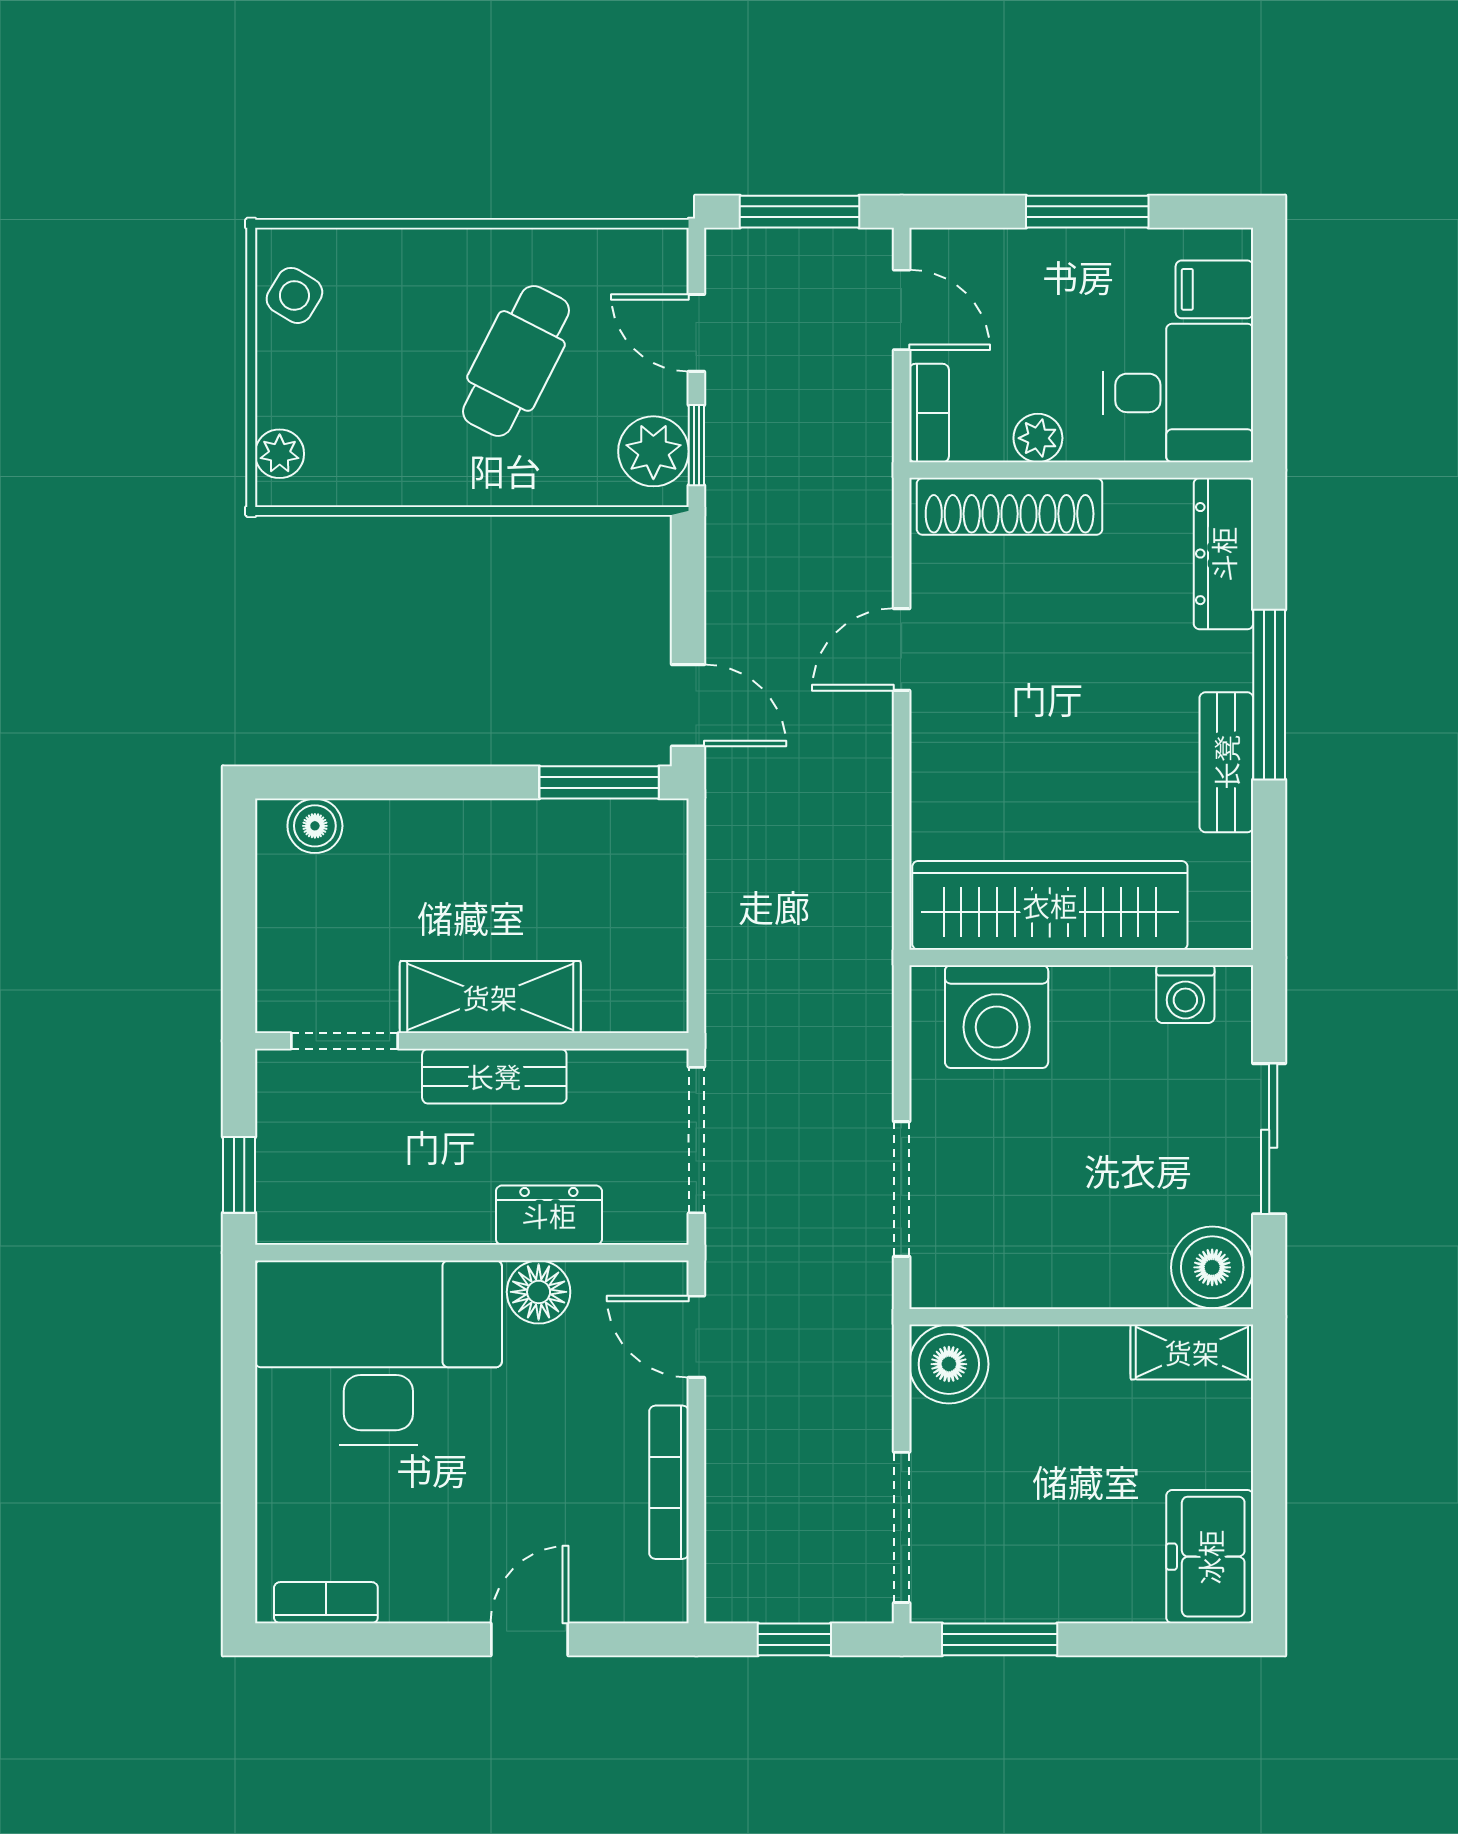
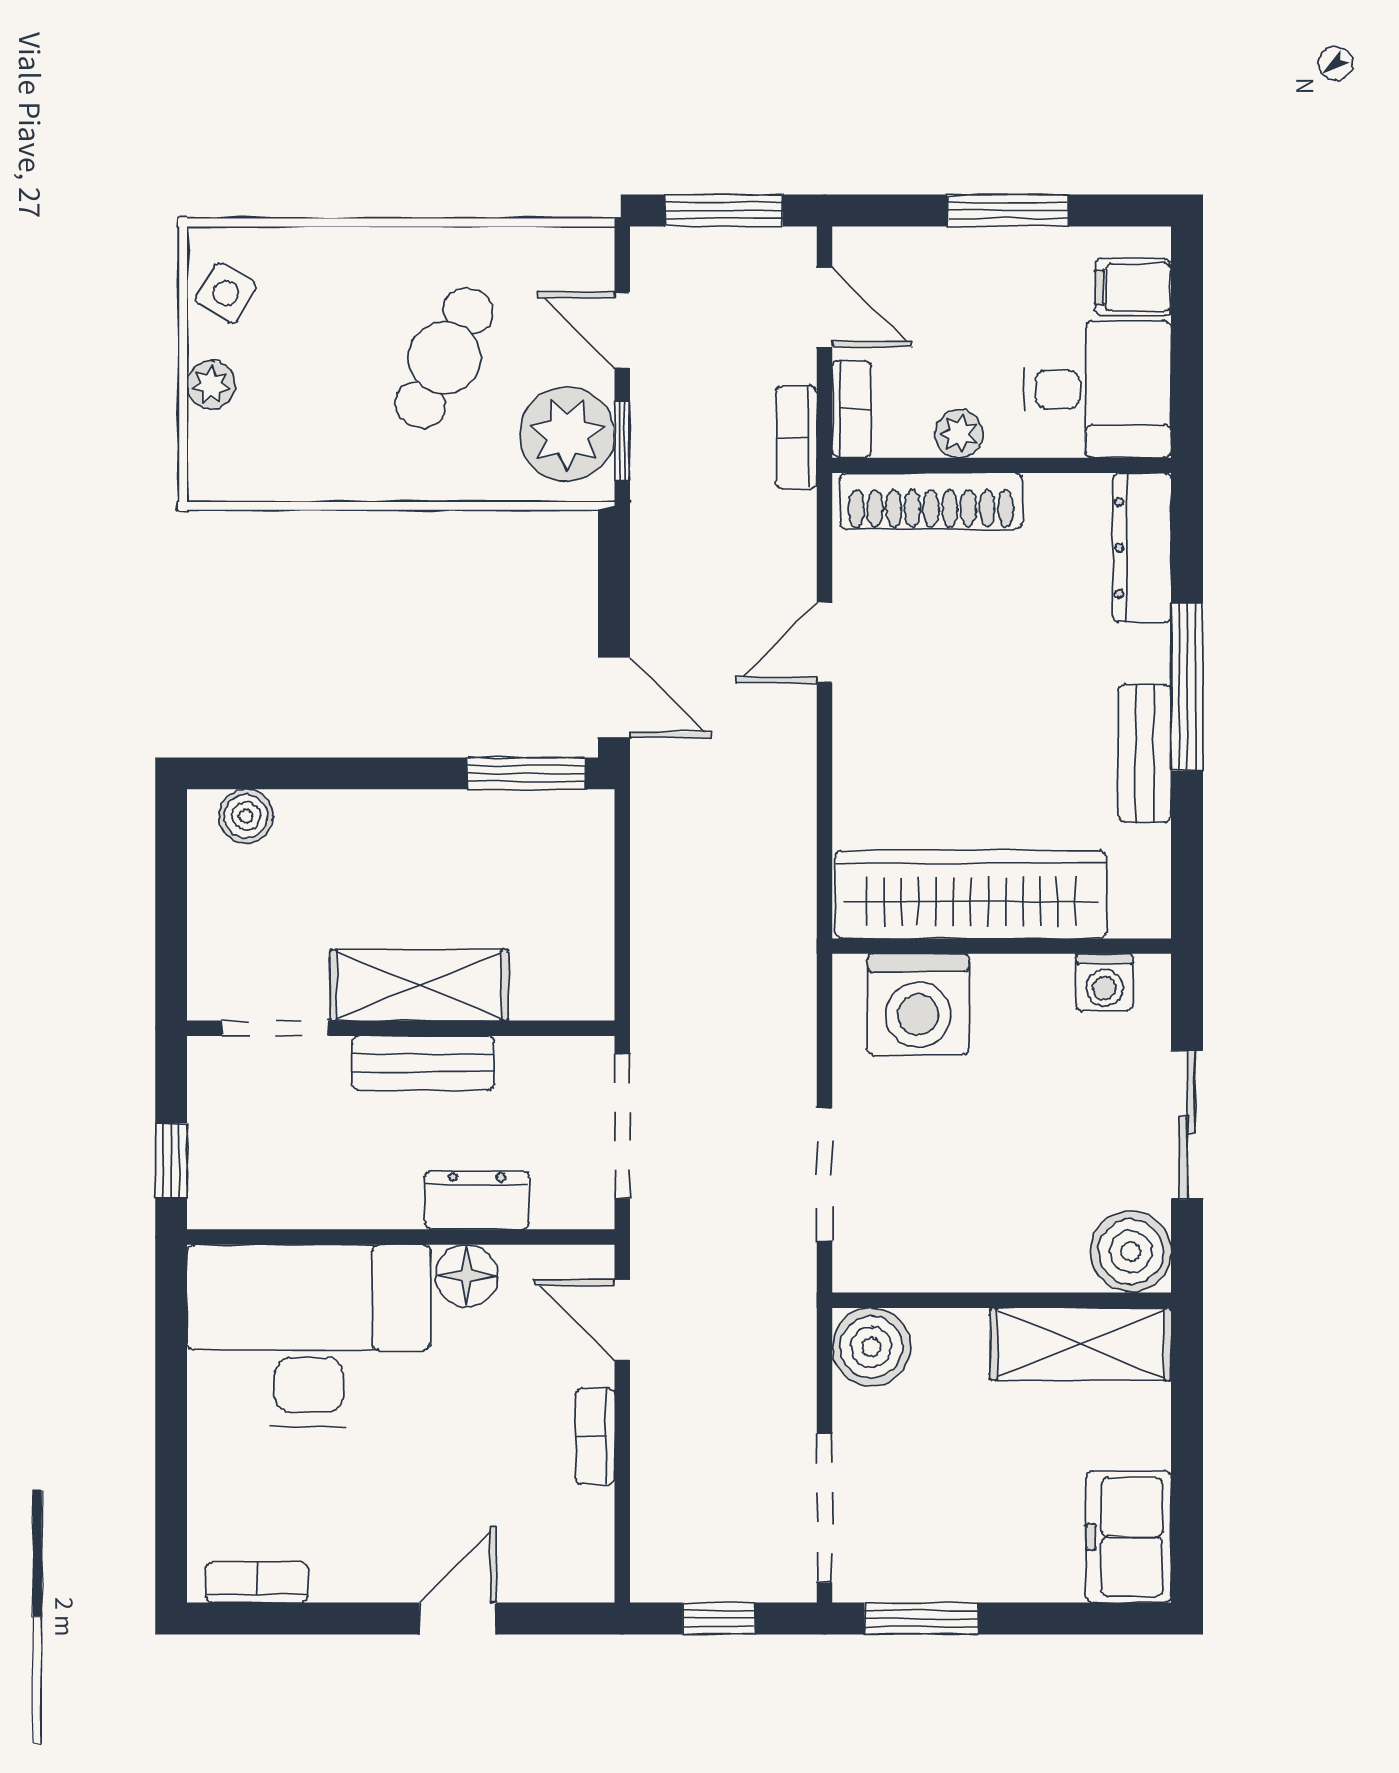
bookcase: (873, 442) -> (796, 437), added
plant: (653, 451) -> (567, 434), width x1.36, depth x1.36
plant: (280, 454) -> (211, 385), moved
shelving: (1192, 1352) -> (1081, 1344), width x1.50, depth x1.33
bookcase: (669, 1482) -> (595, 1436), width x0.64

